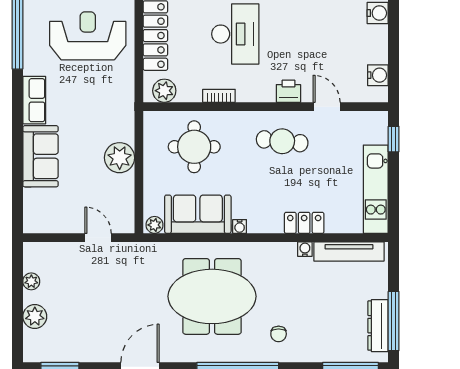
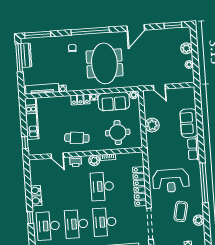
water cooler: (378, 75) -> (36, 190), moved
plant: (164, 91) -> (94, 160), moved
locker: (304, 223) -> (80, 100), moved
meeting table: (212, 296) -> (104, 63), turned 90

